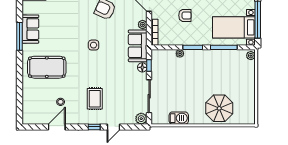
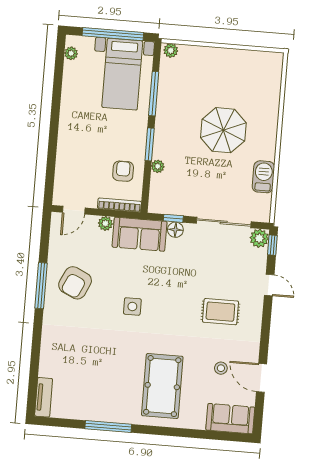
armchair: (185, 15) -> (123, 171), moved
sofa: (30, 29) -> (230, 419), moved
parasol: (219, 108) -> (223, 130), moved
window: (94, 127) -> (272, 245), moved

